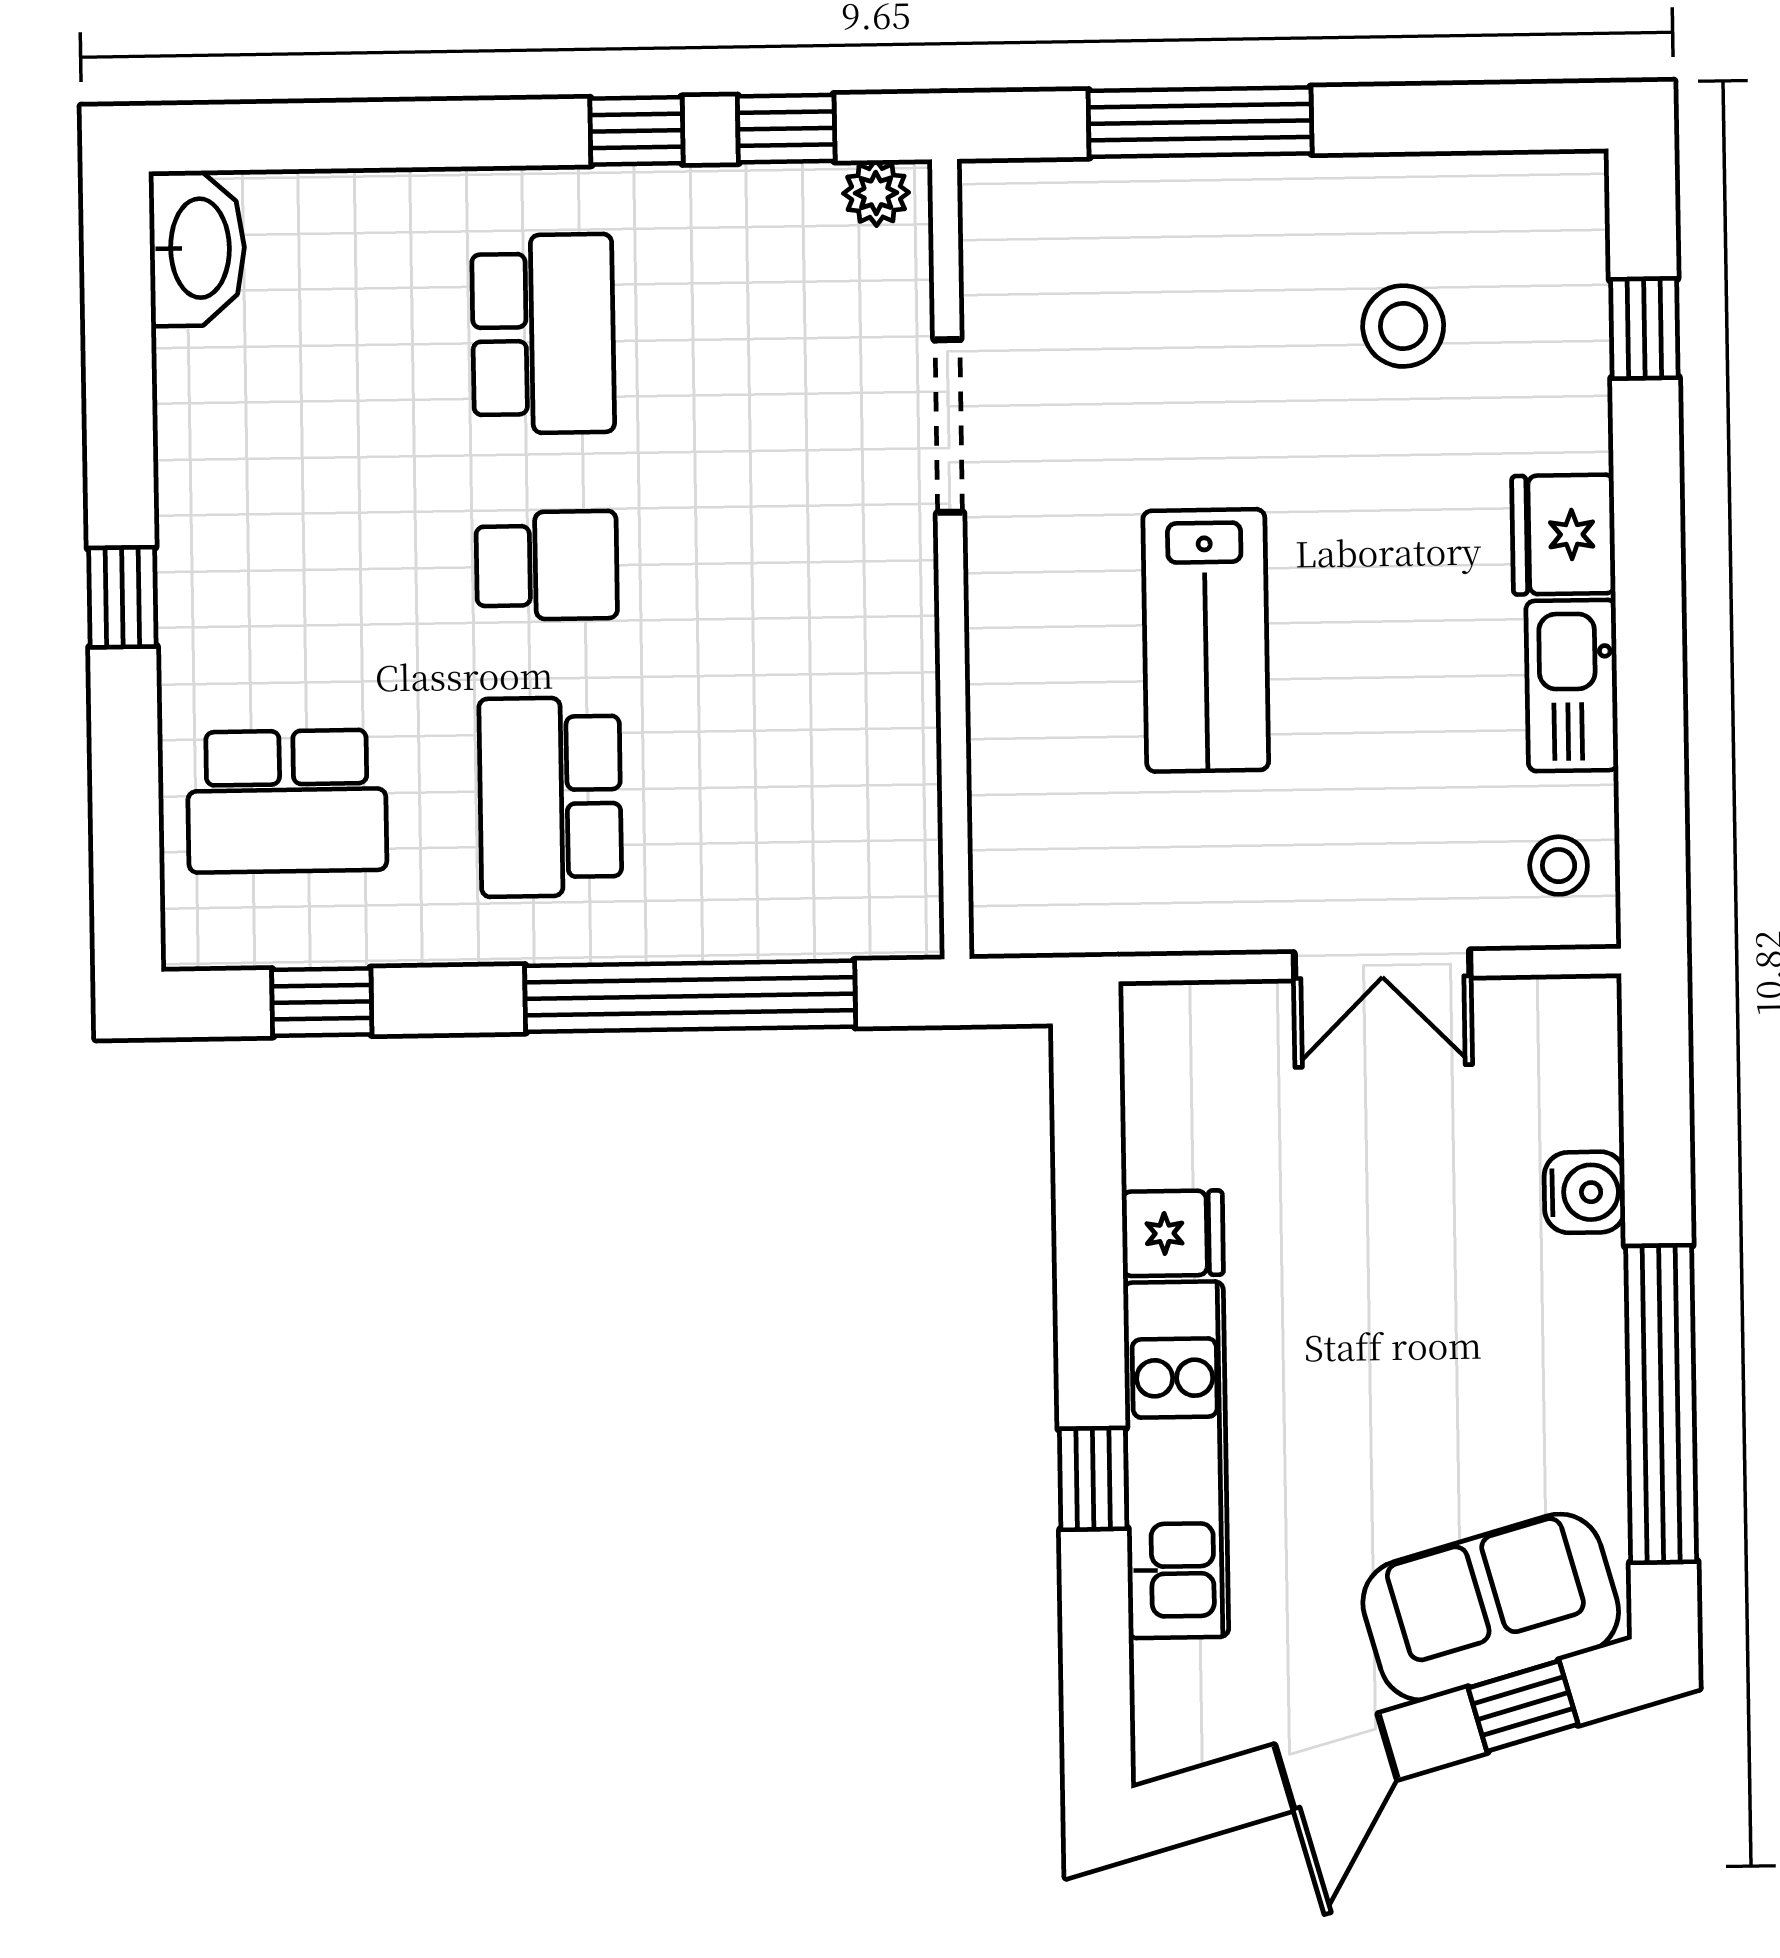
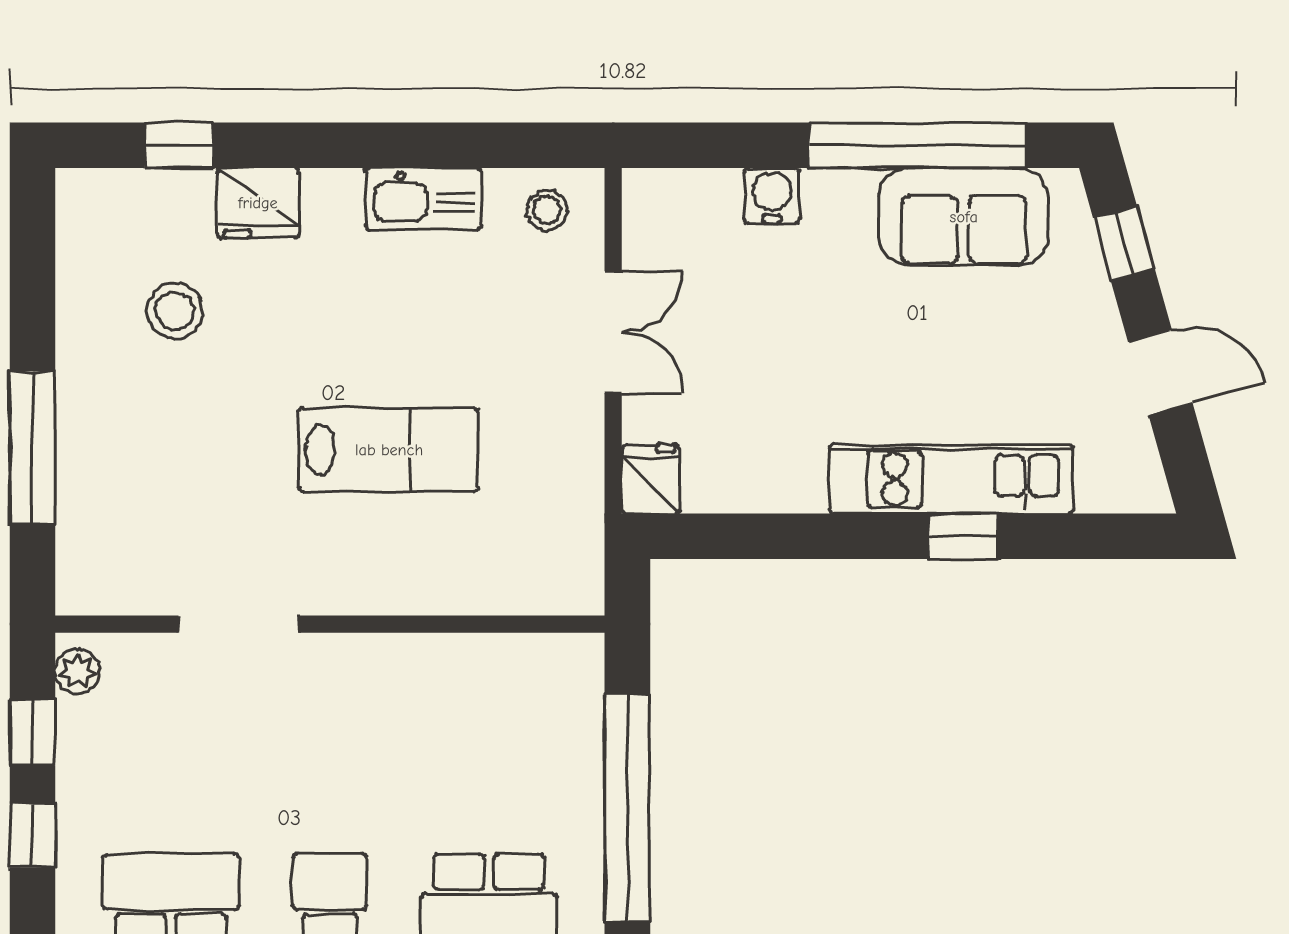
fridge: (1563, 535) -> (258, 203), moved
fridge: (1173, 1233) -> (651, 479), moved
sofa: (1491, 1607) -> (964, 217), moved, turned -74

